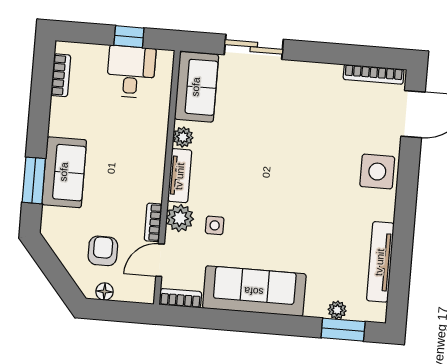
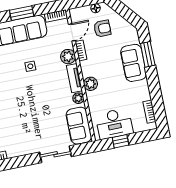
desk: (131, 72) -> (114, 124), width x1.37
plant: (153, 157) -> (91, 84), added
side table: (215, 225) -> (30, 66), moved
armchair: (103, 251) -> (102, 29), turned -90
window: (241, 321) -> (22, 13), added

